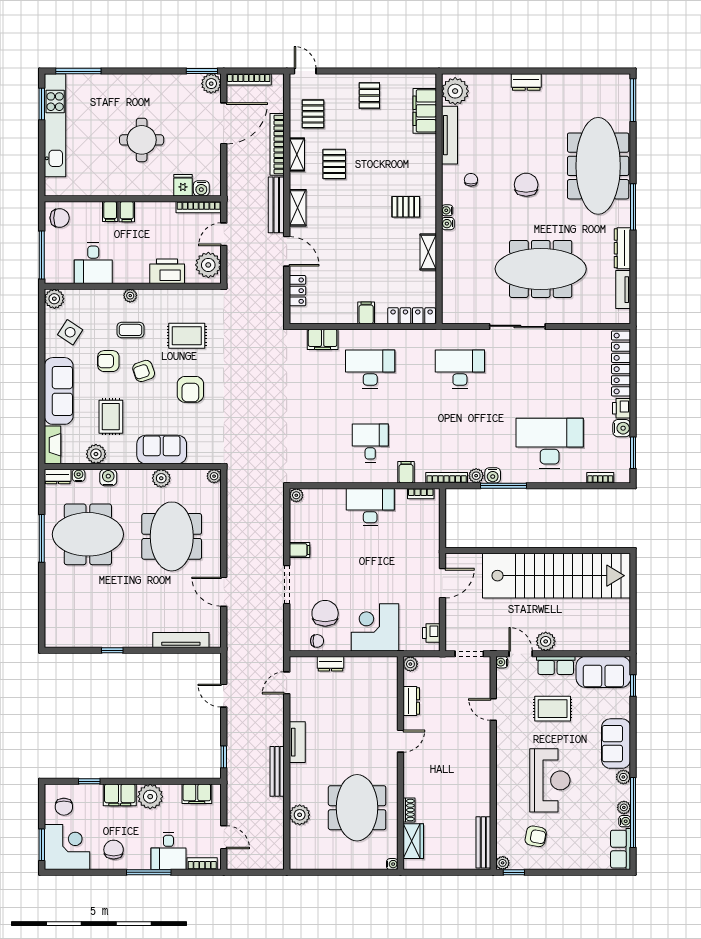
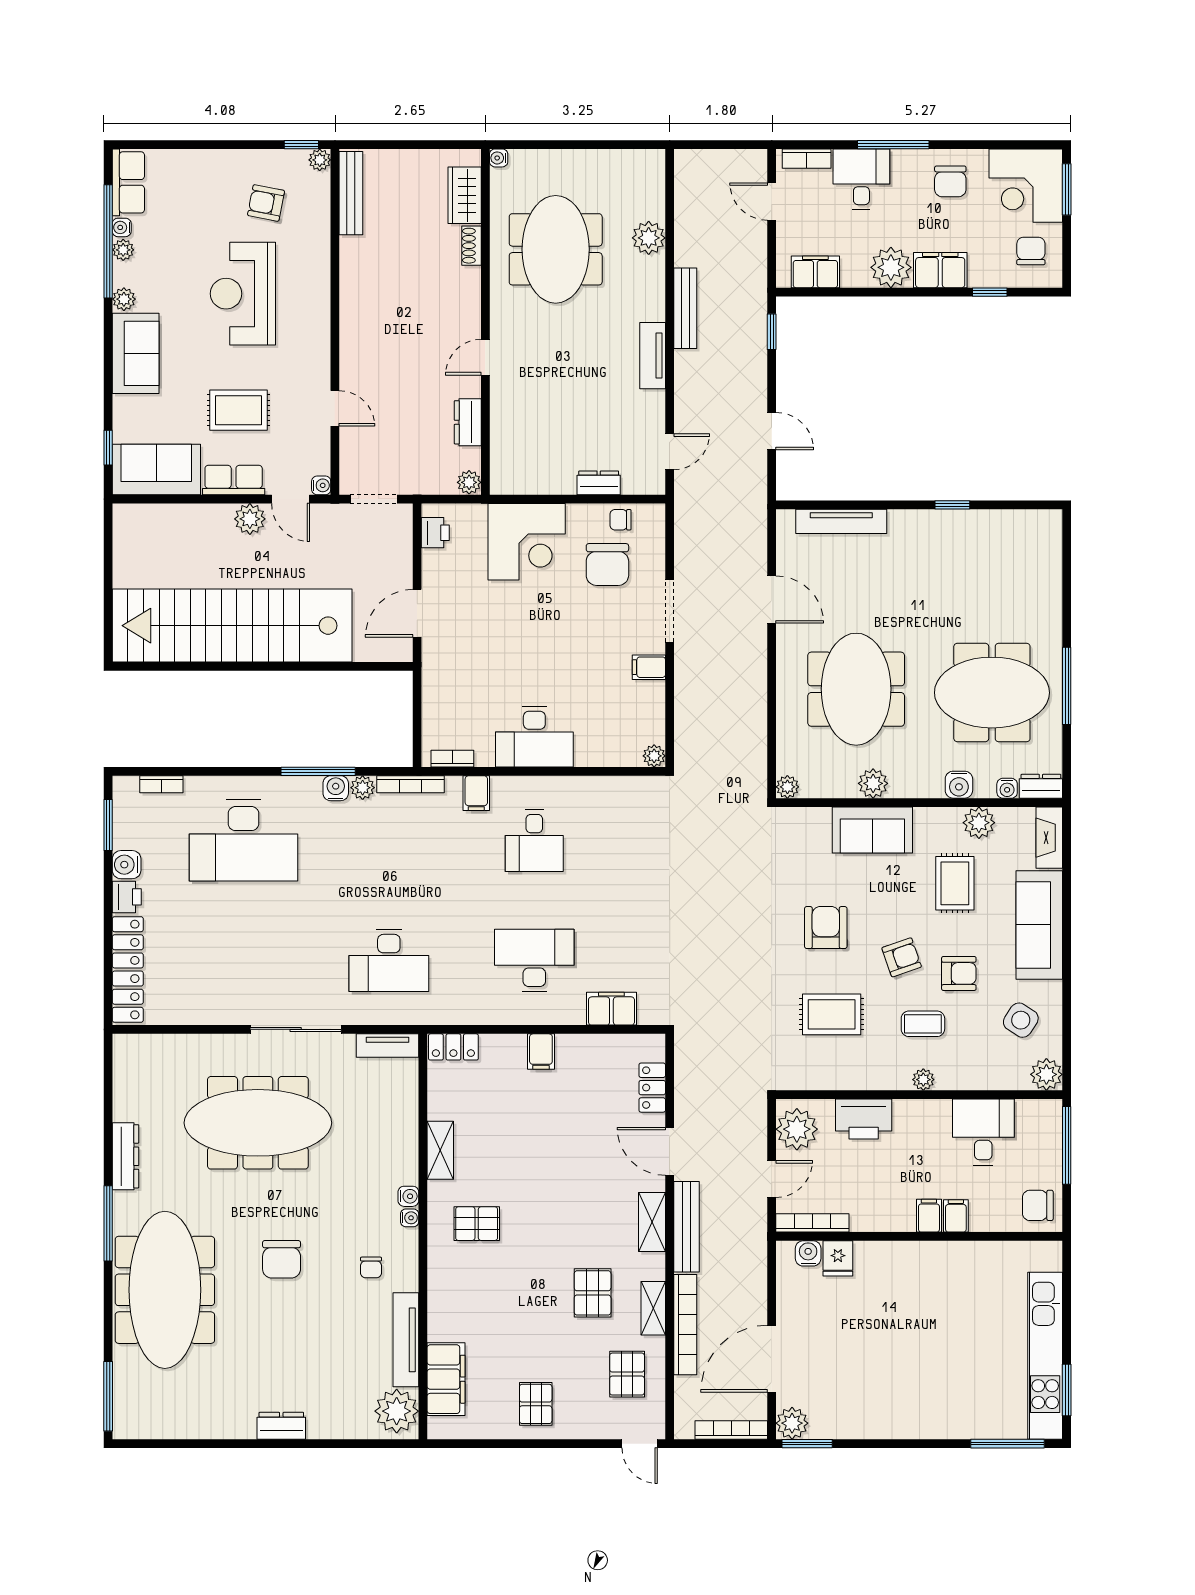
round table: (142, 140) -> (905, 1332), removed
tv unit: (623, 290) -> (388, 1046), moved, turned 90
locker: (412, 316) -> (453, 1047), width x0.66
desk: (370, 369) -> (534, 960), turned 180

